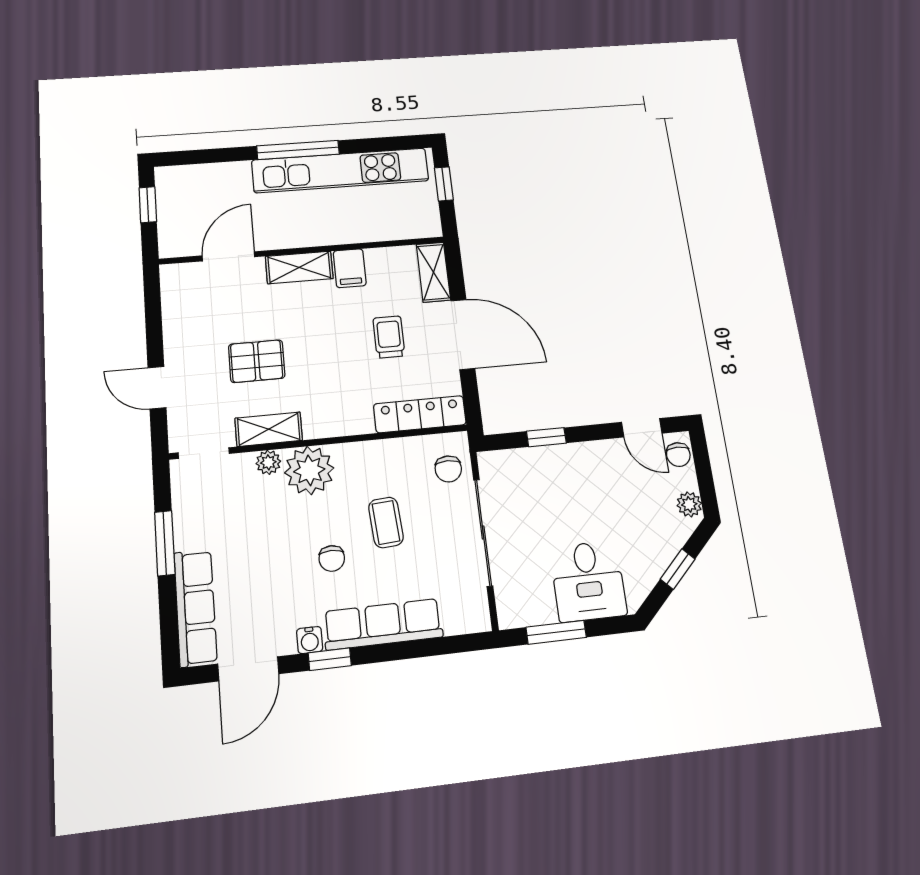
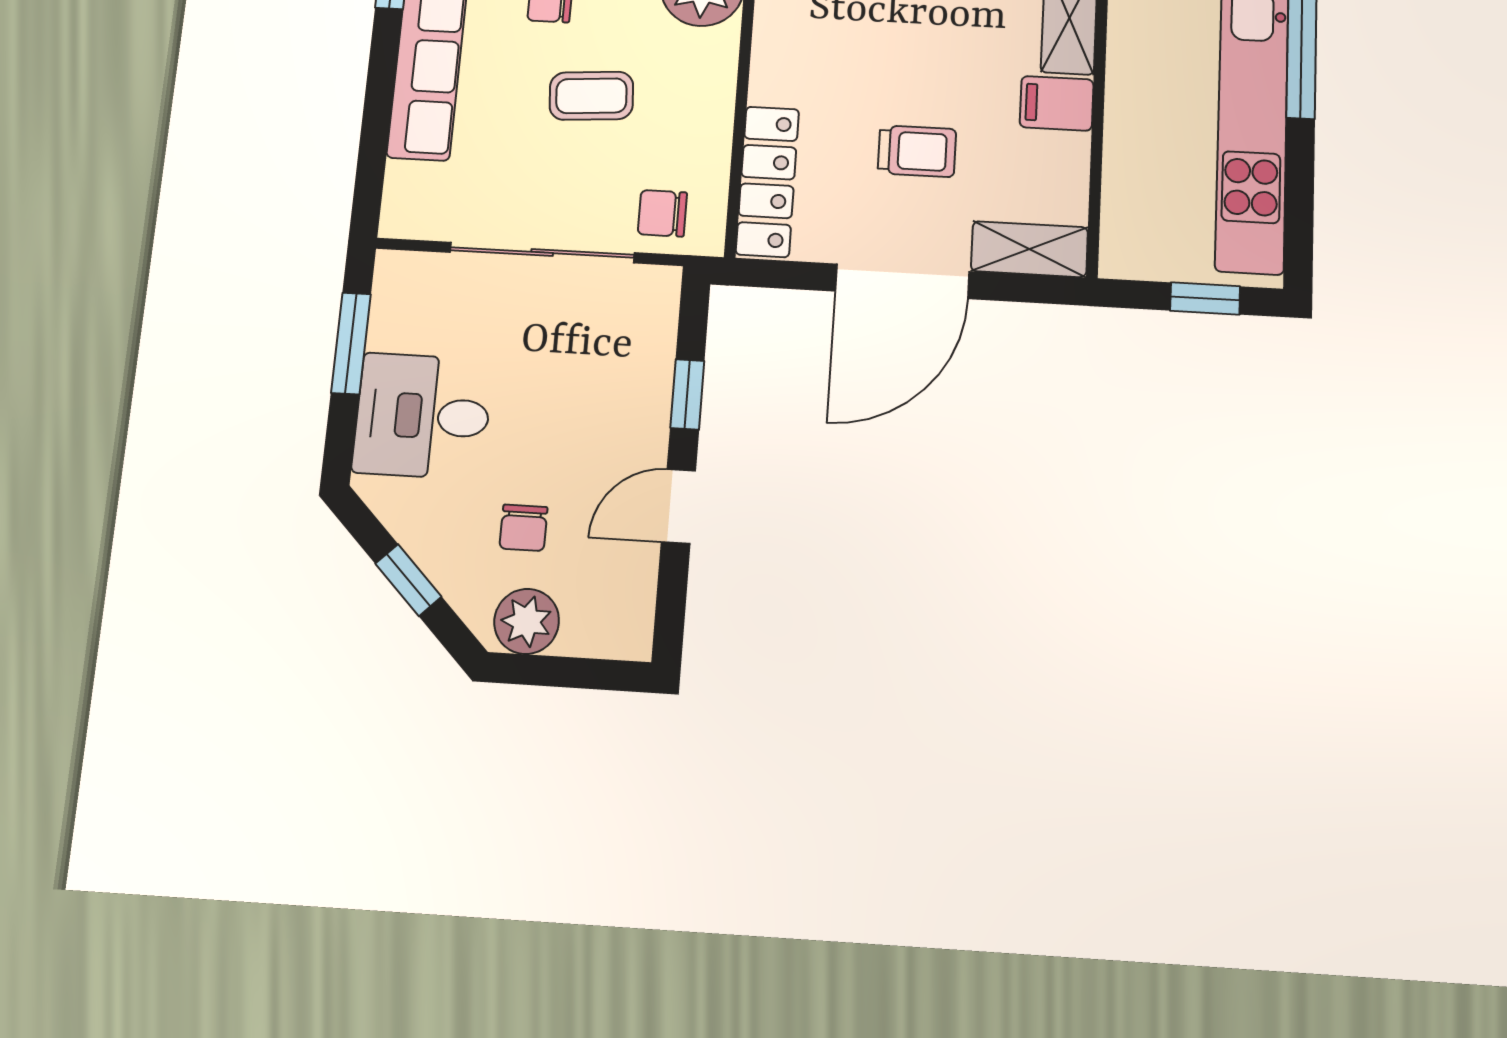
door: (642, 428) -> (678, 506), moved
chair: (678, 455) -> (524, 528), moved, turned -90
plant: (689, 504) -> (527, 621), width x1.38, depth x1.38

